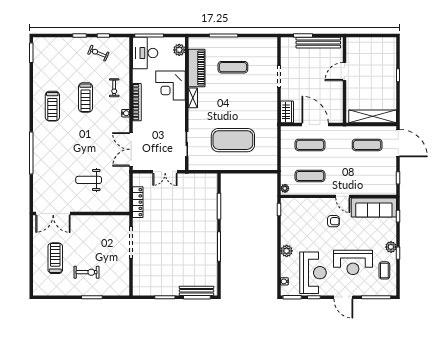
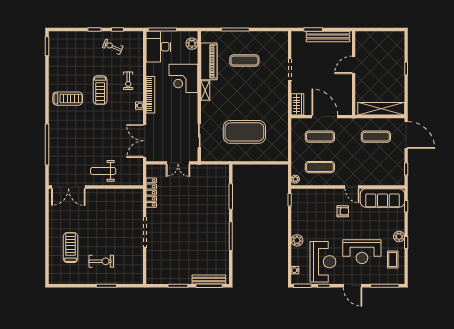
treadmill: (52, 106) -> (68, 99), turned -90
double door: (53, 214) -> (68, 187), moved
wall: (81, 214) -> (96, 187), moved

